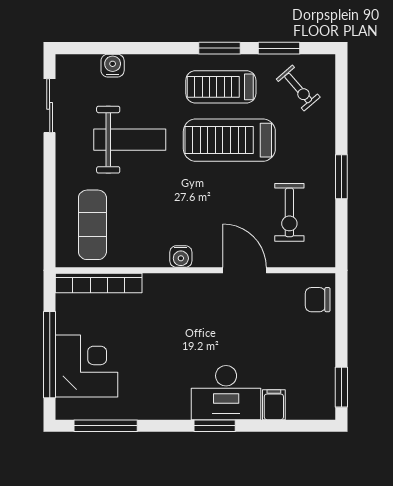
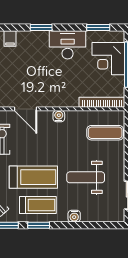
water cooler: (113, 66) -> (74, 216), moved
exercise mat: (92, 225) -> (105, 133), turned 90
desk: (226, 393) -> (68, 45), moved
window: (106, 426) -> (98, 27), width x0.69

